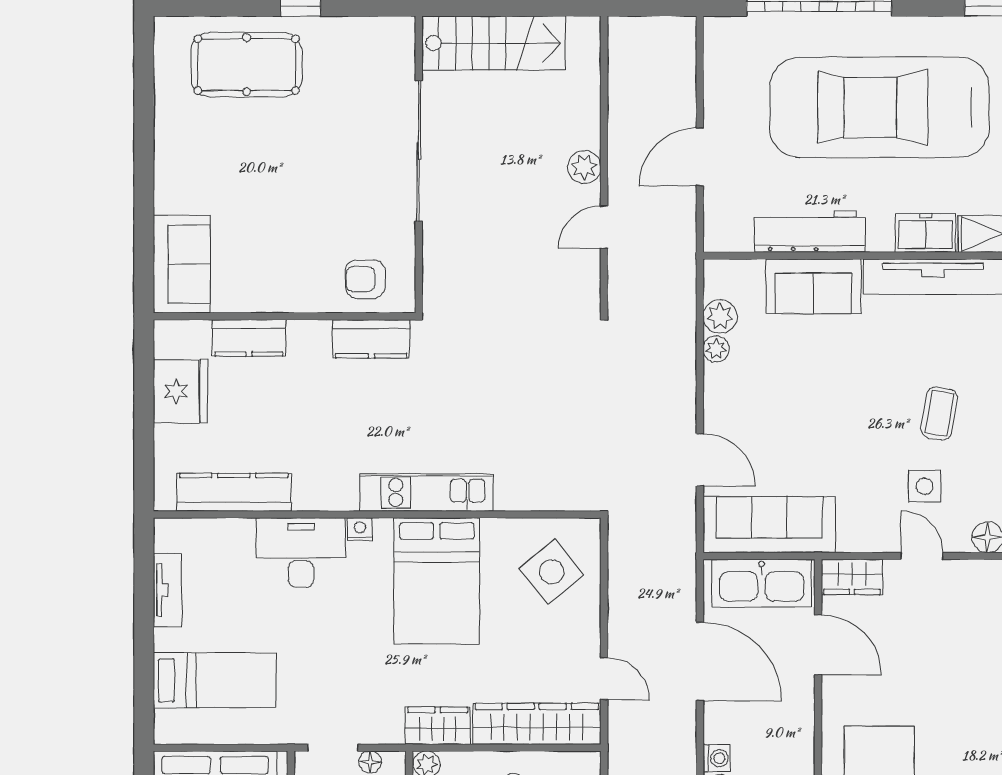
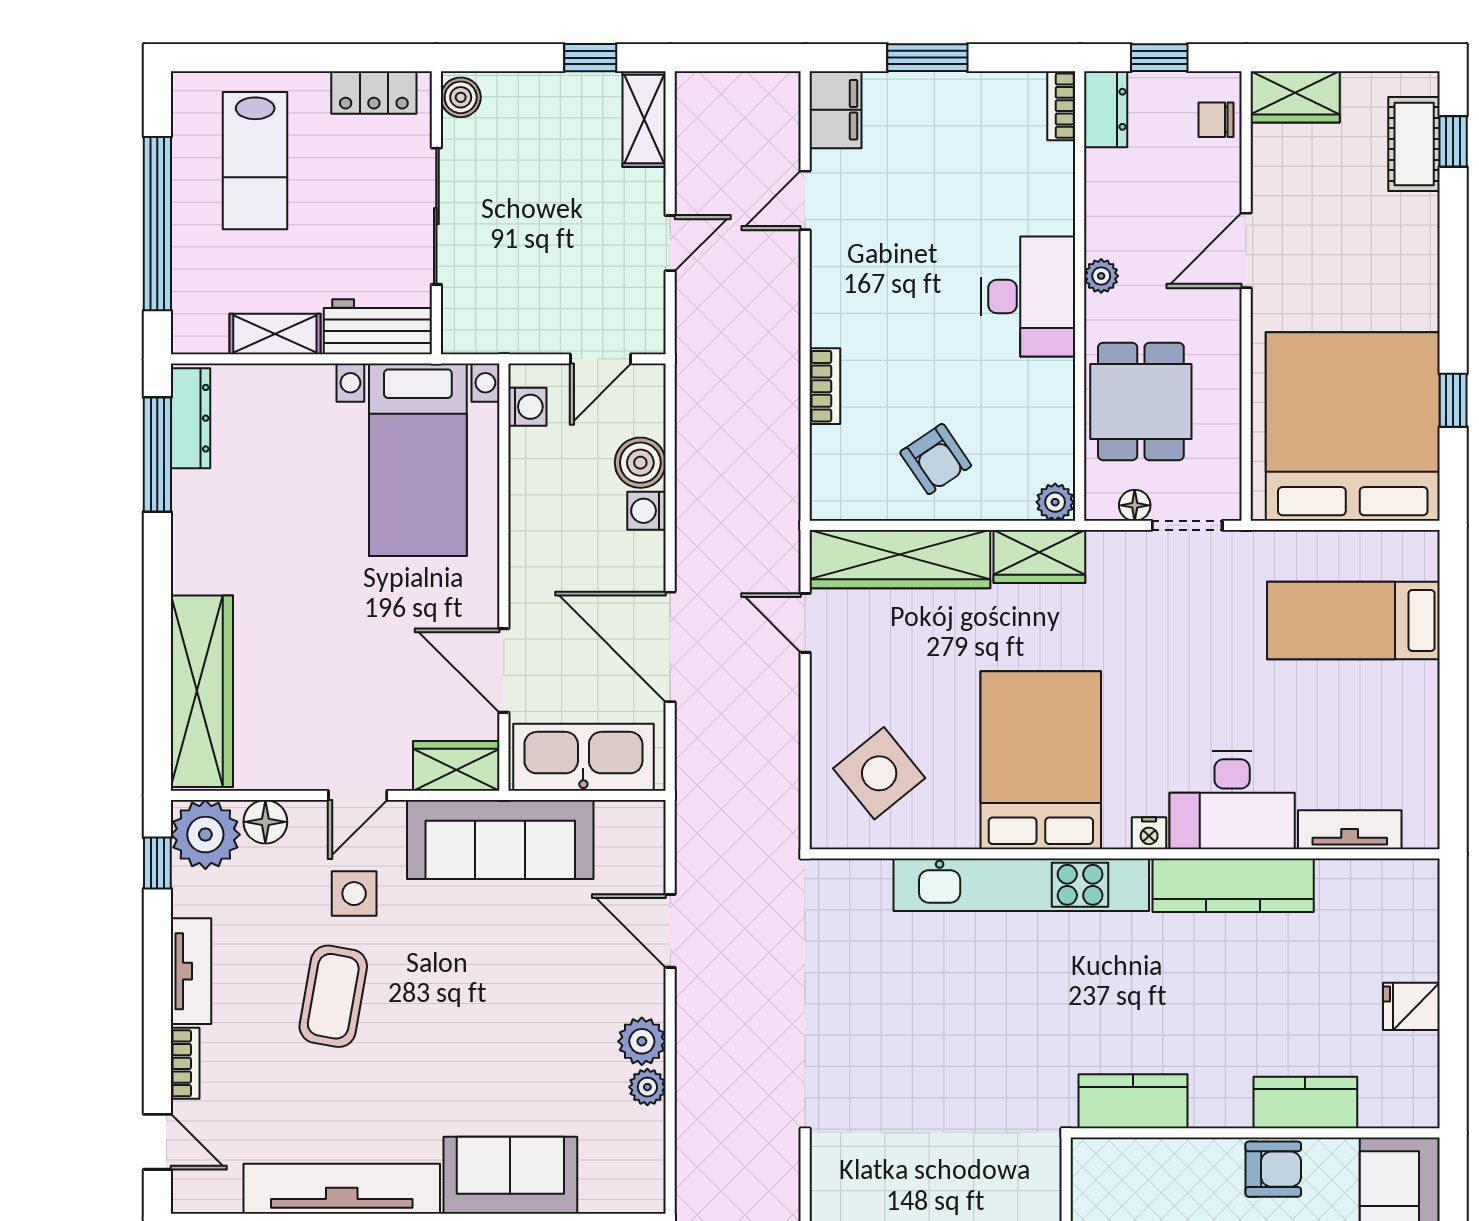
armchair: (365, 279) -> (1273, 1169), moved
plant: (720, 316) -> (642, 1041), moved
fridge: (180, 391) -> (1411, 1006), width x0.53, depth x0.75
coffee table: (939, 413) -> (333, 996), width x1.36, depth x1.30
kitchen counter: (234, 492) -> (1233, 885), moved
kitchen unit: (426, 493) -> (1021, 885), width x1.36
sofa: (769, 525) -> (500, 840), moved
door: (922, 556) -> (358, 795), hinge flipped
tv unit: (167, 590) -> (1350, 830), moved, turned 90

